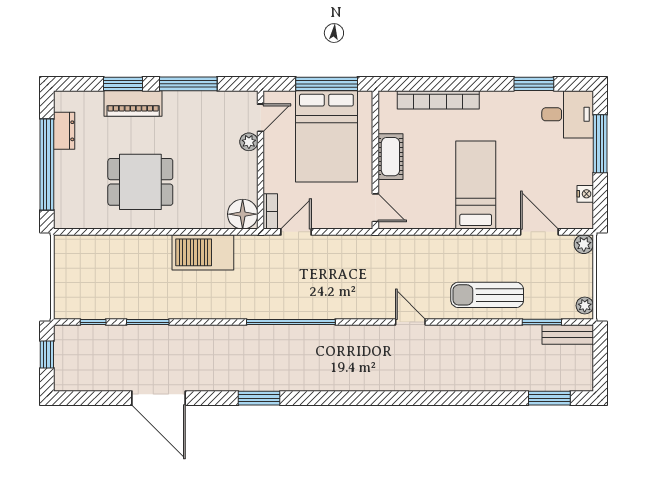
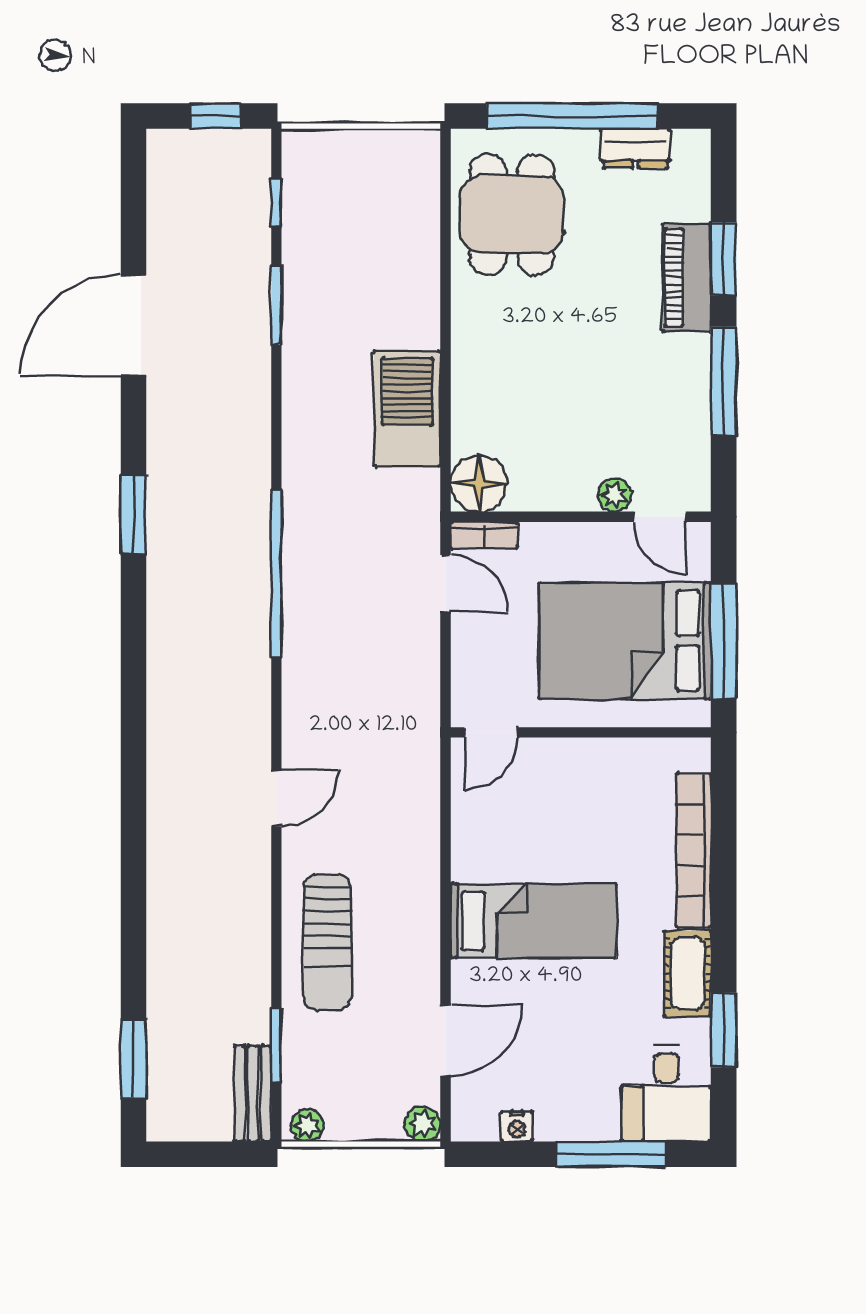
cot: (390, 157) -> (688, 974), moved, turned 90
dining table: (140, 182) -> (512, 214), moved
sun lounger: (487, 295) -> (327, 942), turned 180

